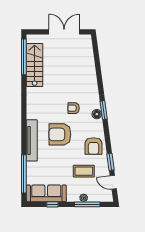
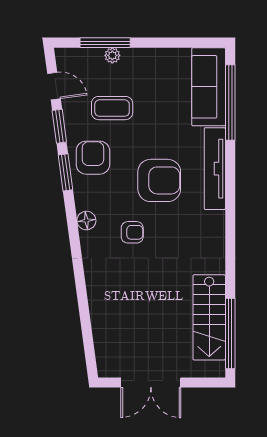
window: (104, 110) -> (65, 172), moved
sofa: (46, 193) -> (209, 87), moved, turned 90
window: (52, 204) -> (174, 43), removed

